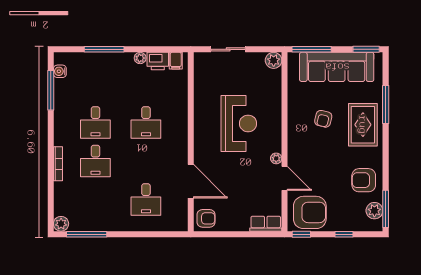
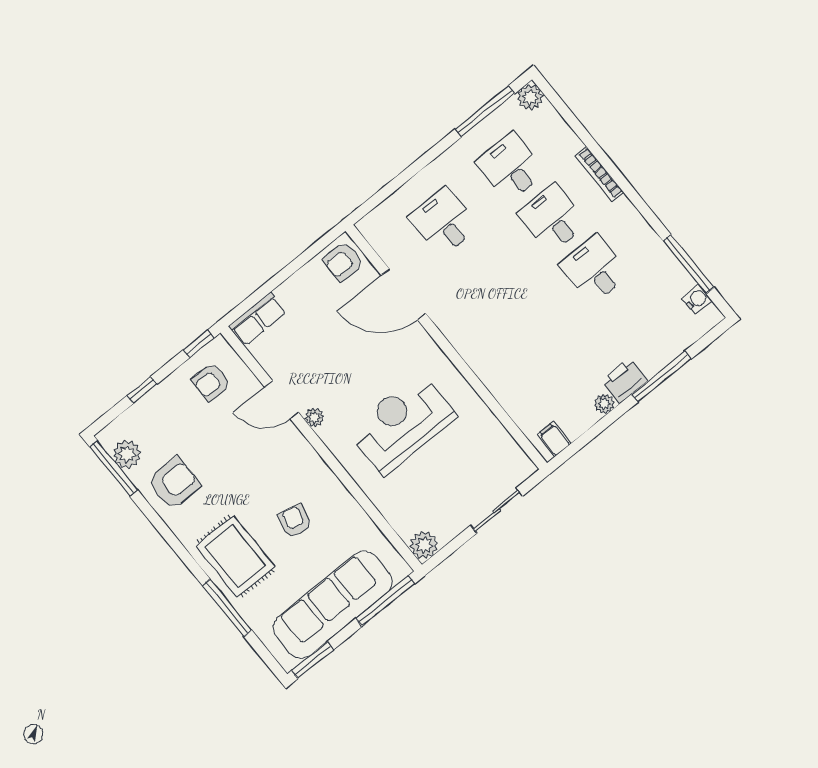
printer: (158, 61) -> (624, 381), moved
desk: (146, 122) -> (511, 167), moved
reception desk: (239, 123) -> (402, 424), turned 90
armchair: (310, 212) -> (211, 382), width x0.53, depth x0.53

